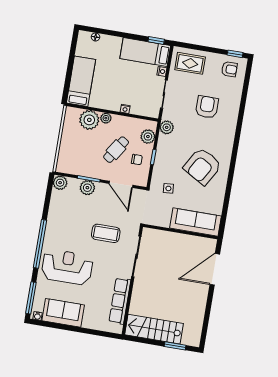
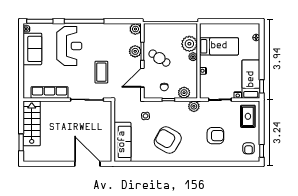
bed: (81, 81) -> (219, 46), moved
cafe table: (116, 150) -> (159, 58), moved

